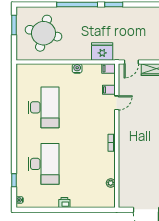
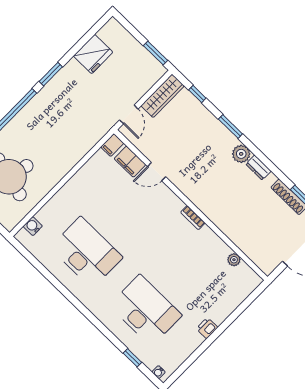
fridge: (102, 52) -> (93, 54), moved, turned 180
water cooler: (77, 68) -> (33, 226), moved
filing cabinet: (109, 90) -> (130, 162), width x2.00
door: (117, 103) -> (157, 172), swing flipped

